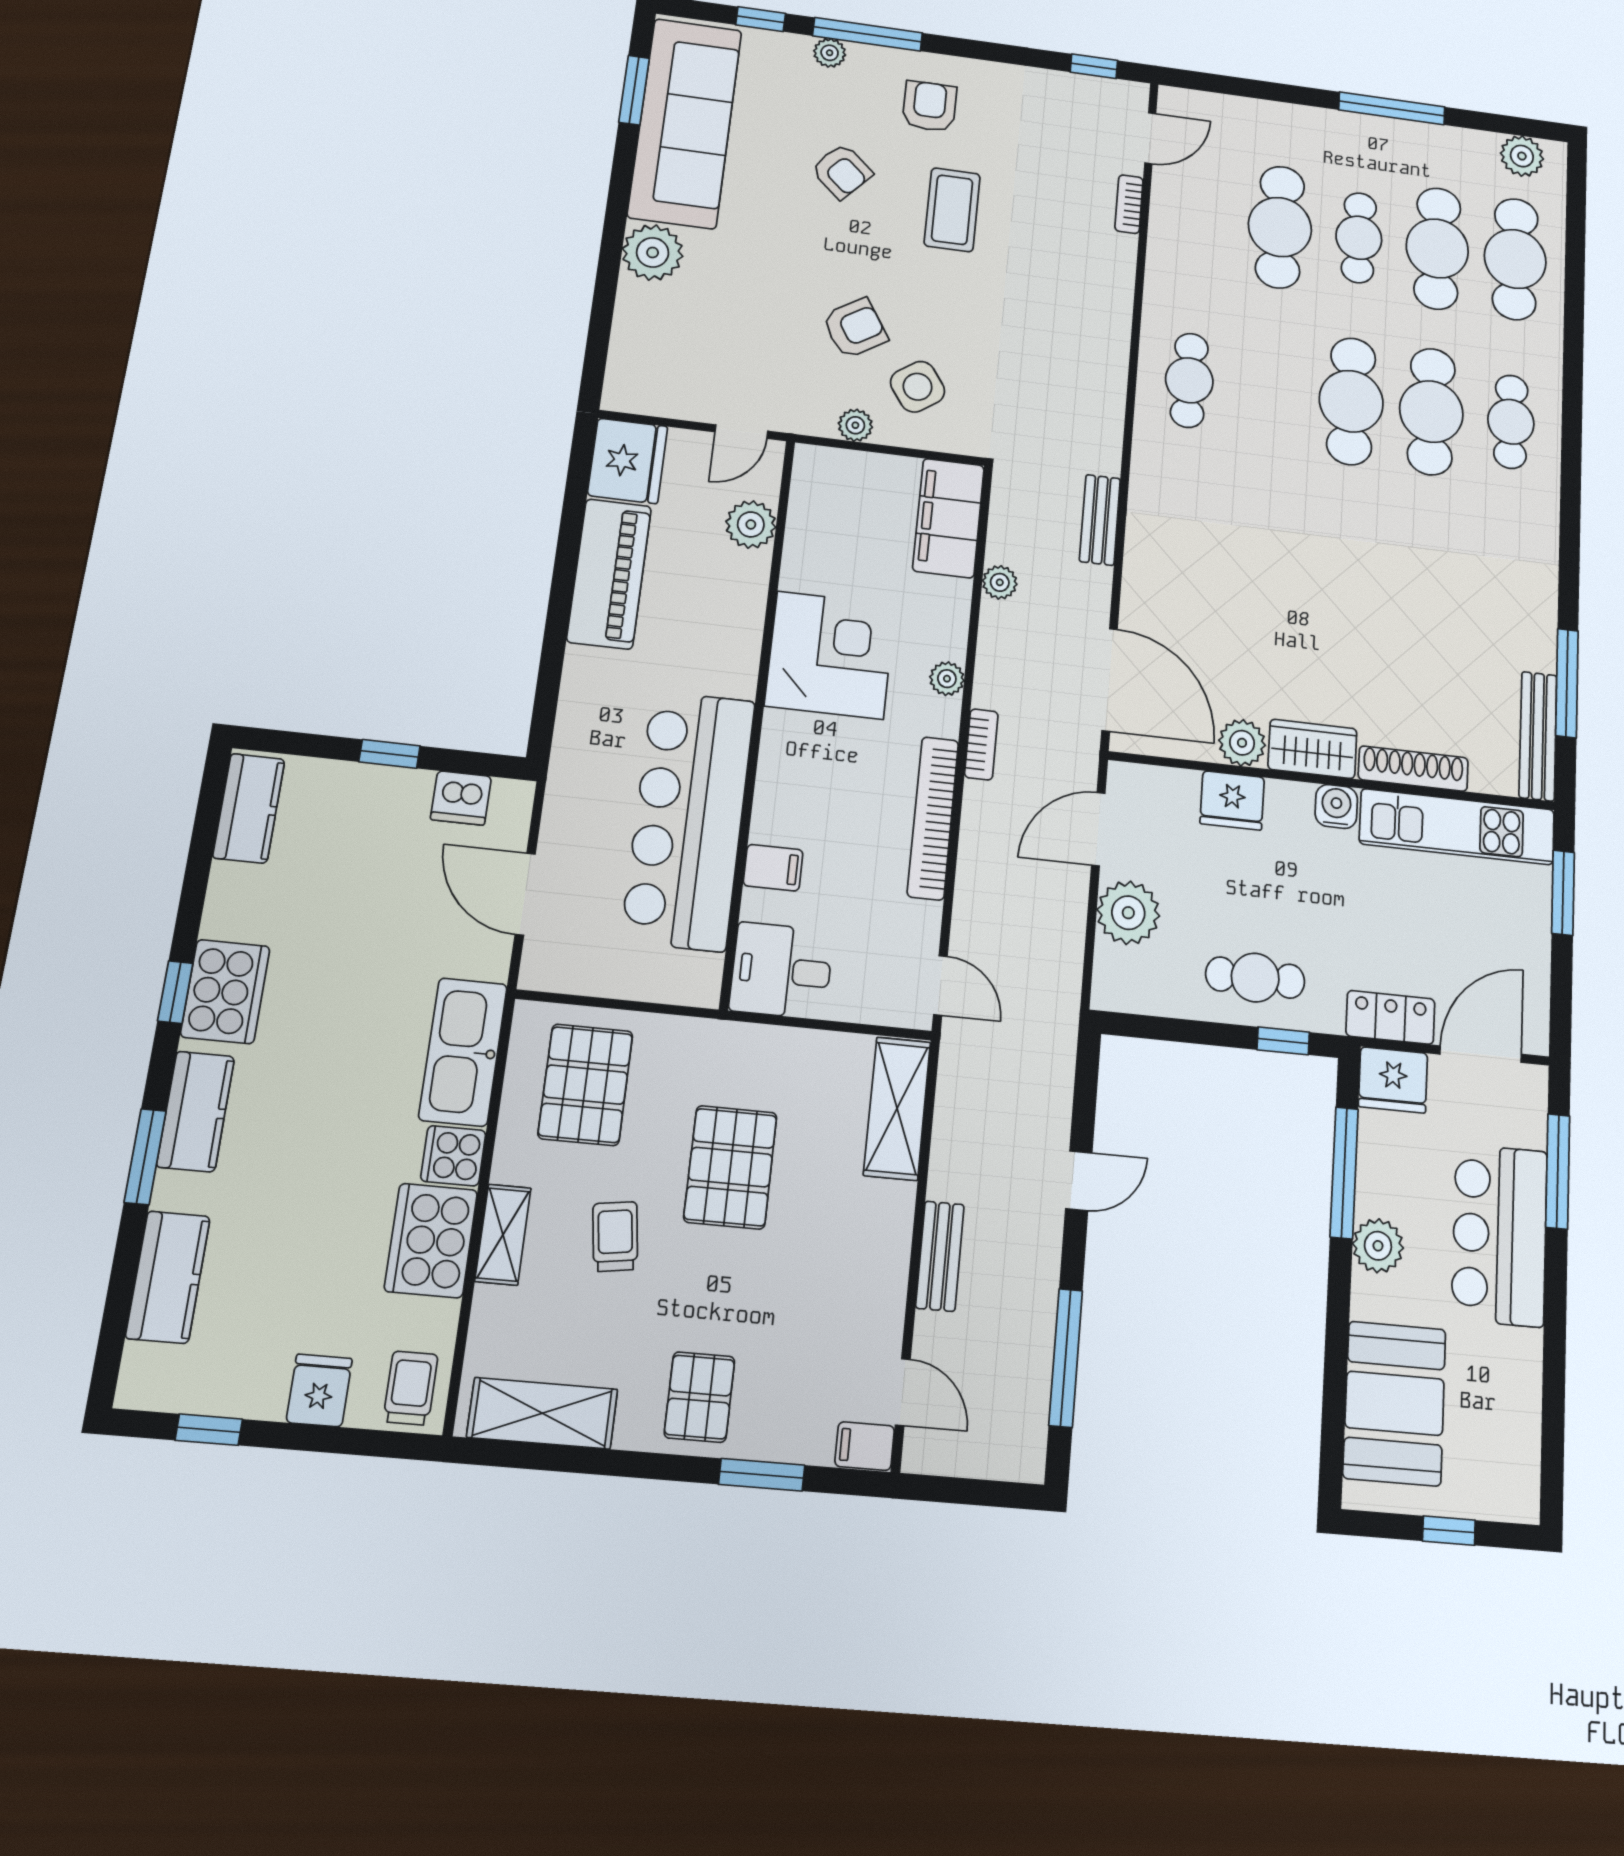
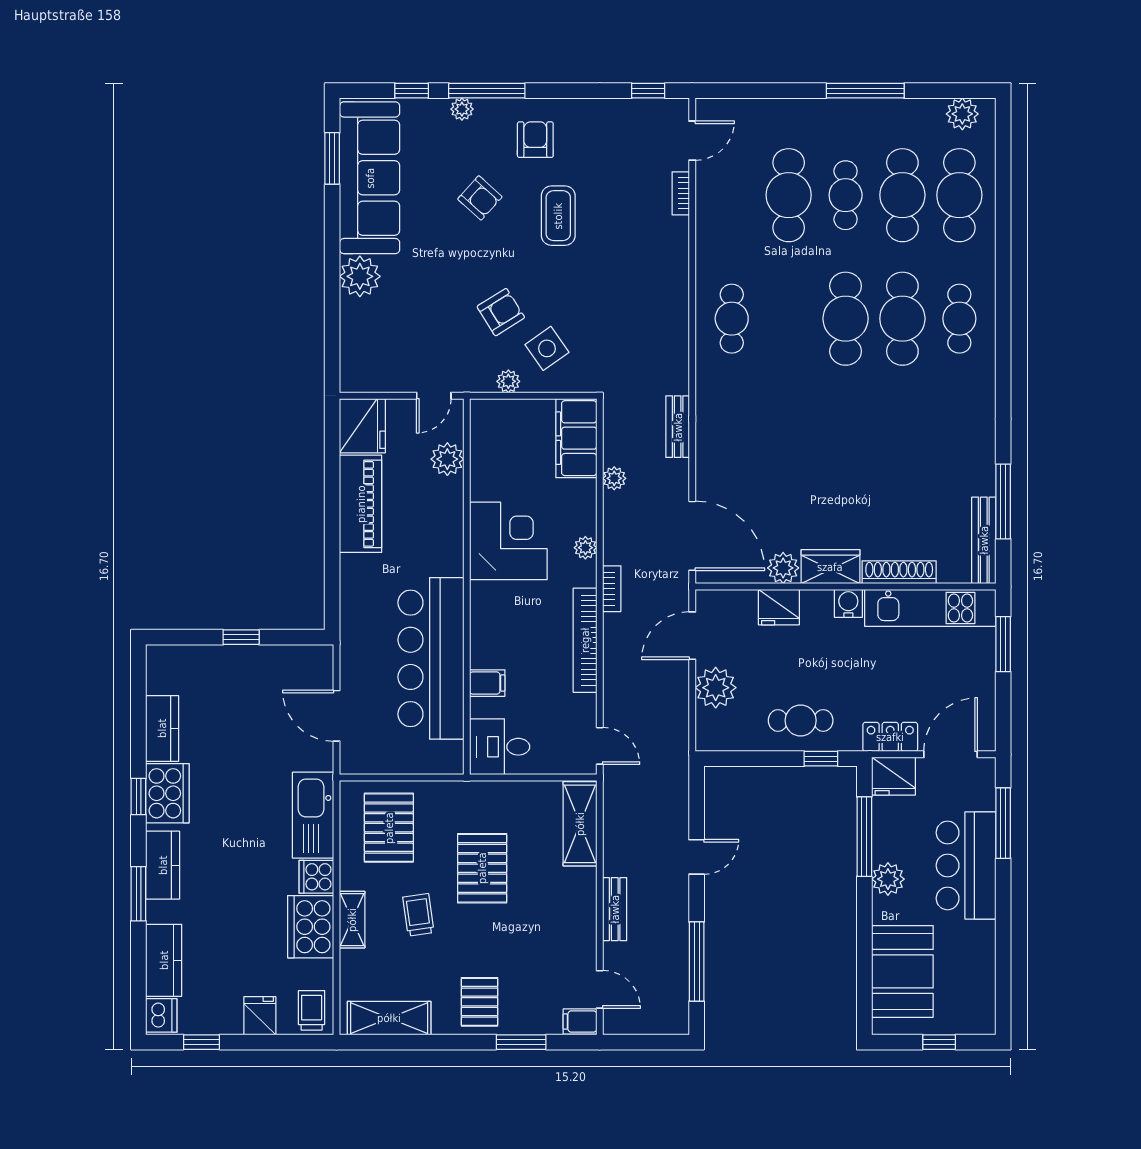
dishwasher: (461, 798) -> (161, 1015), moved, turned -90
kitchen counter: (249, 808) -> (162, 728), moved

